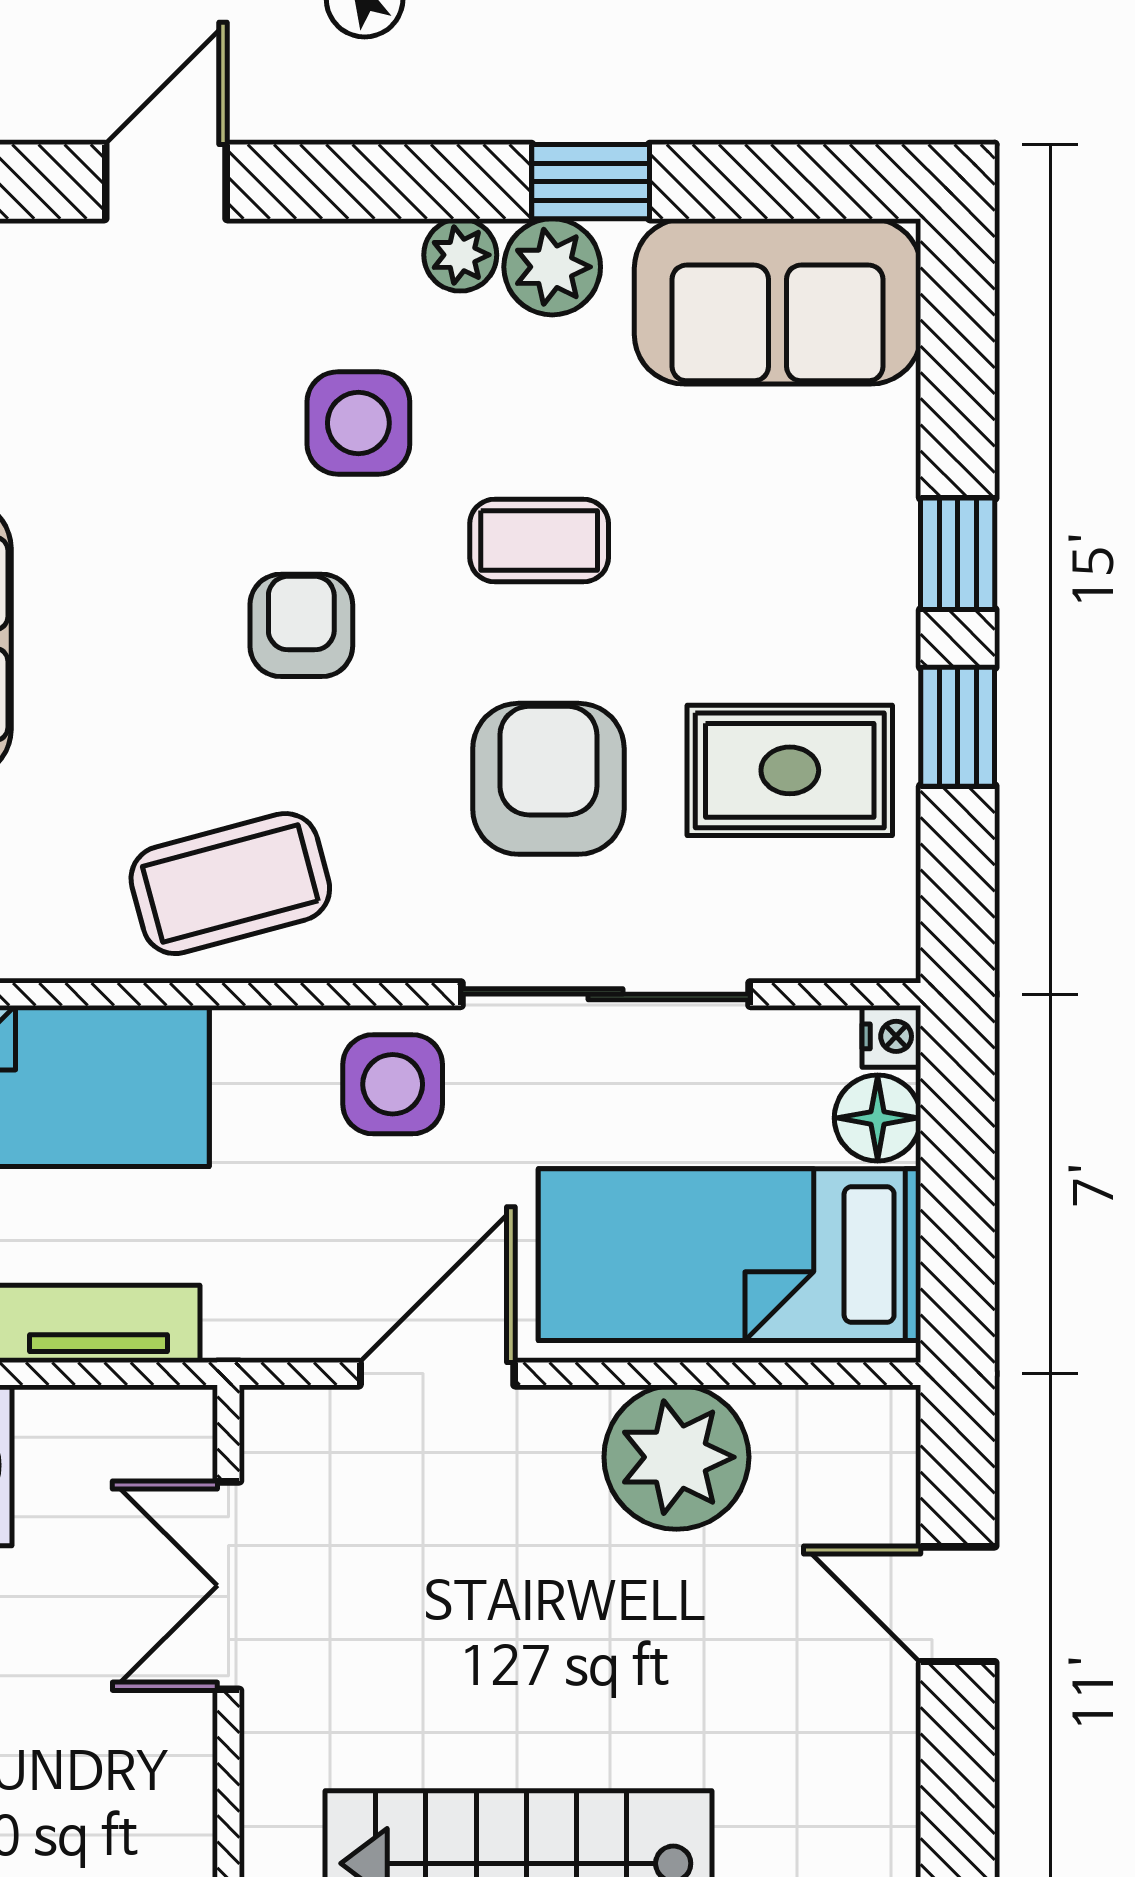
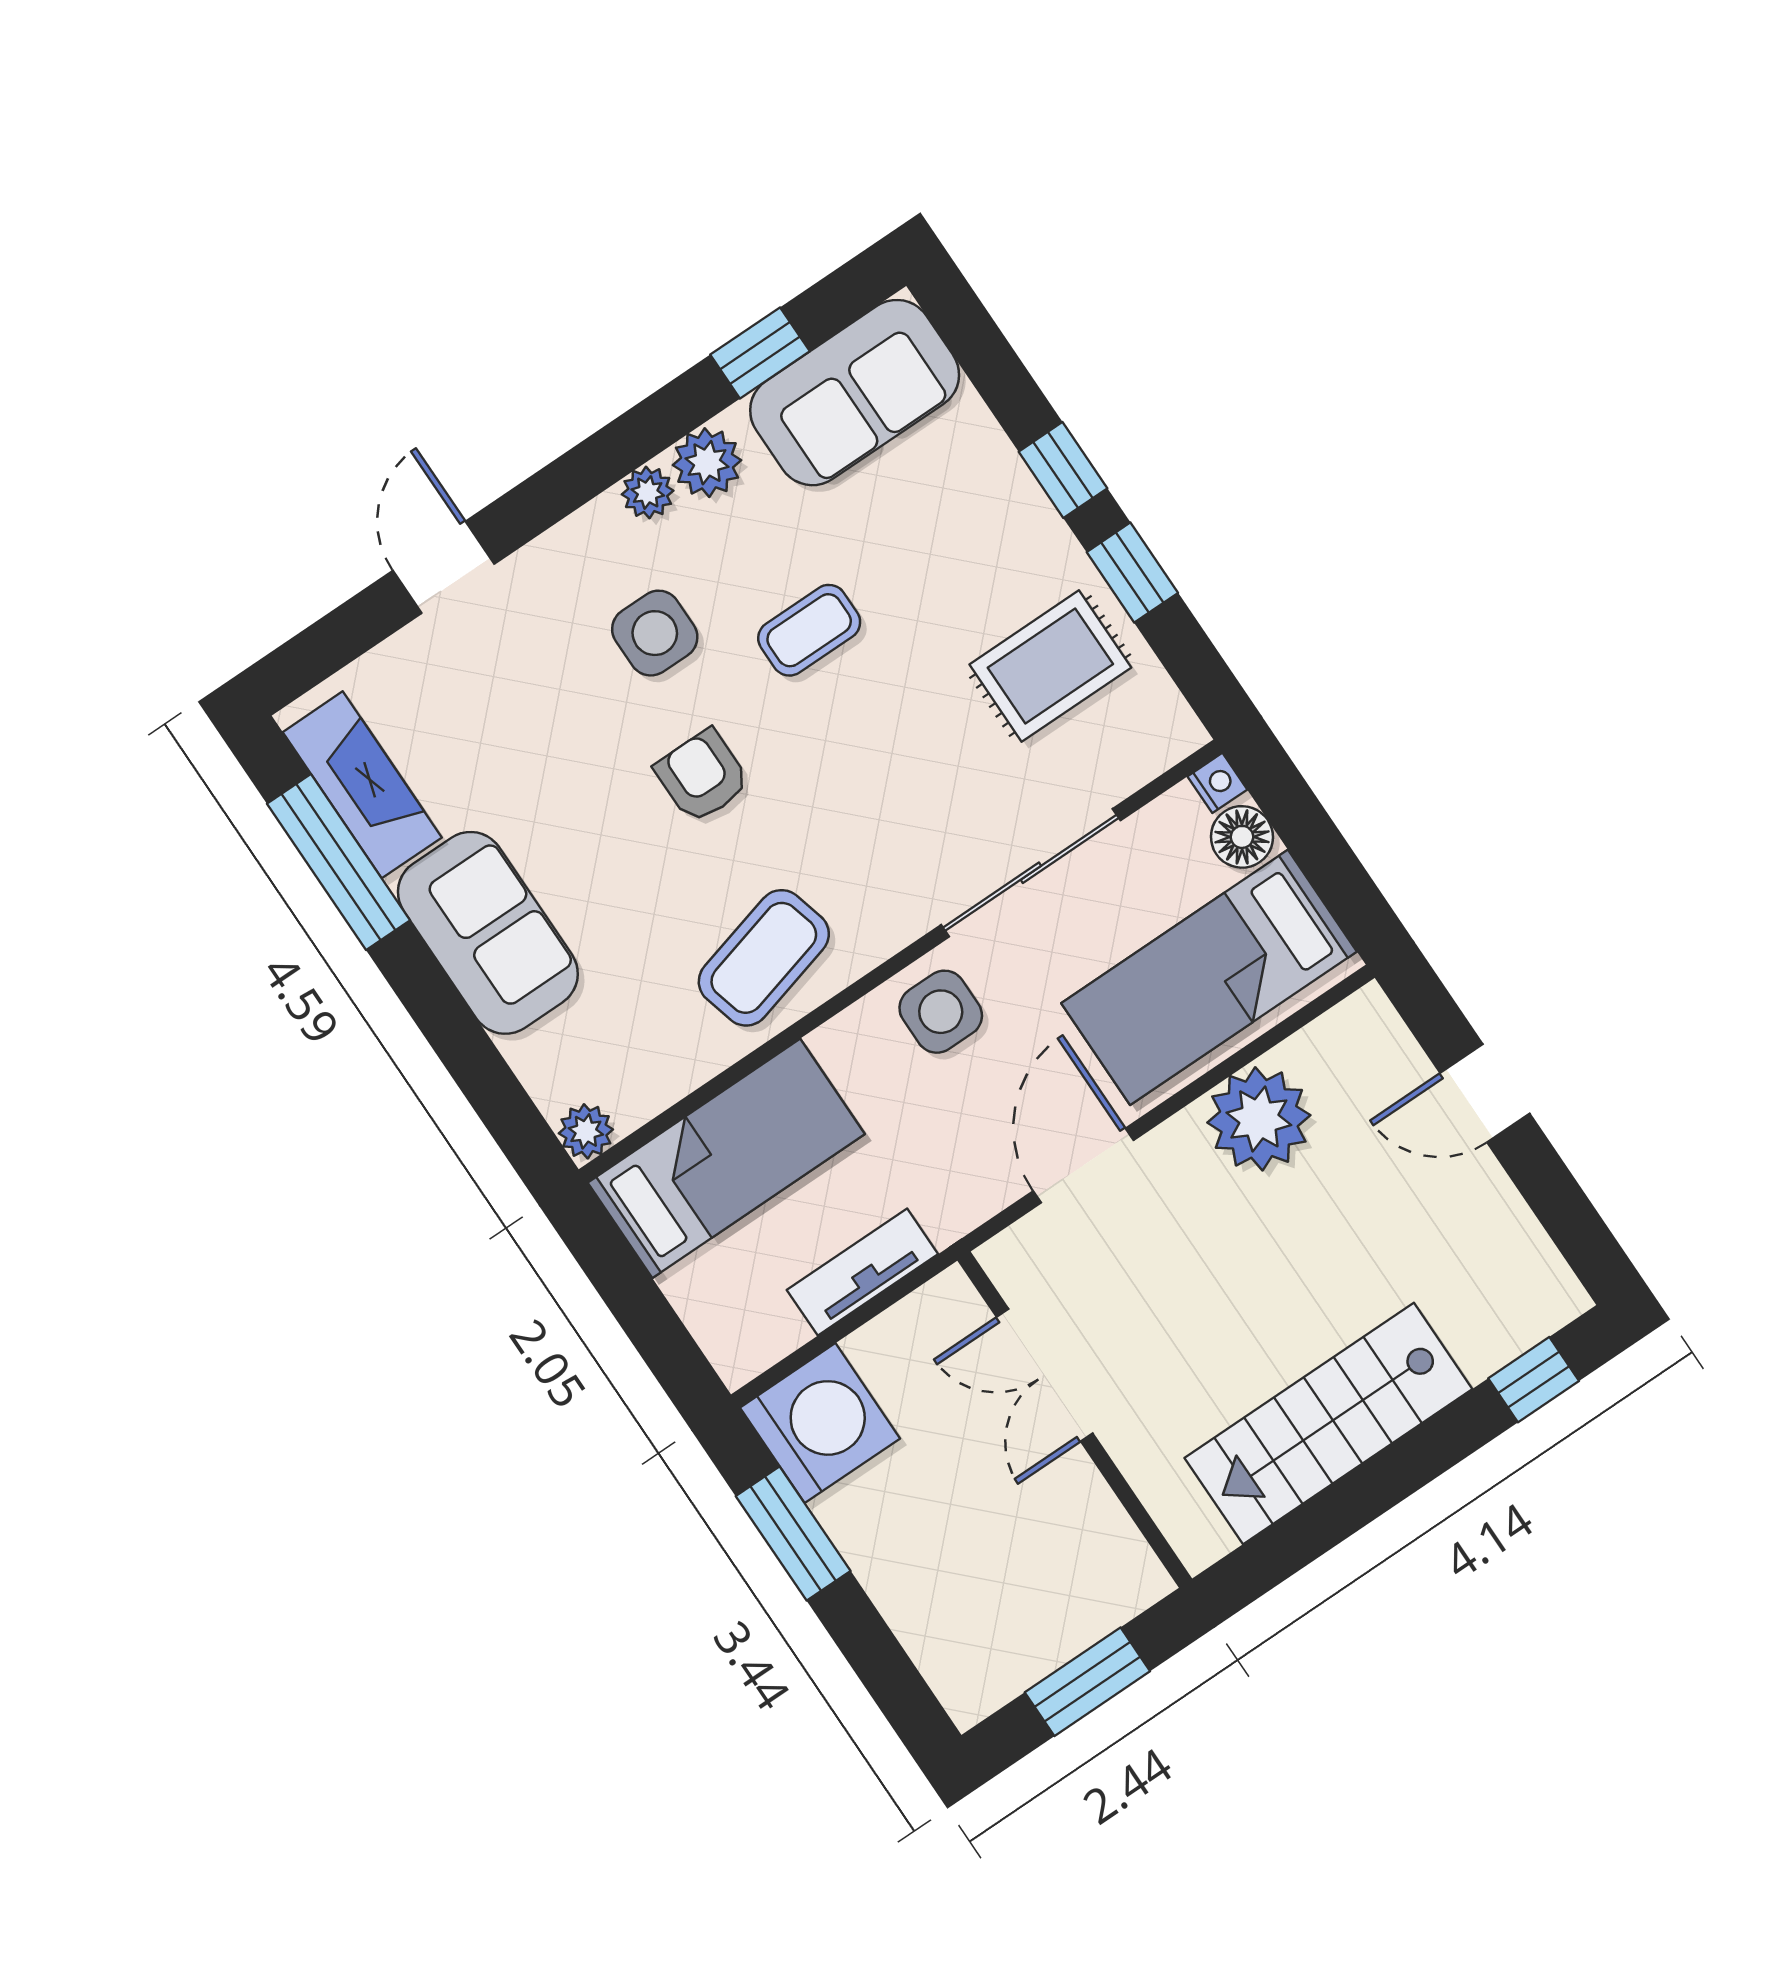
window: (591, 182) -> (760, 353), moved
armchair: (548, 779) -> (910, 768), removed

